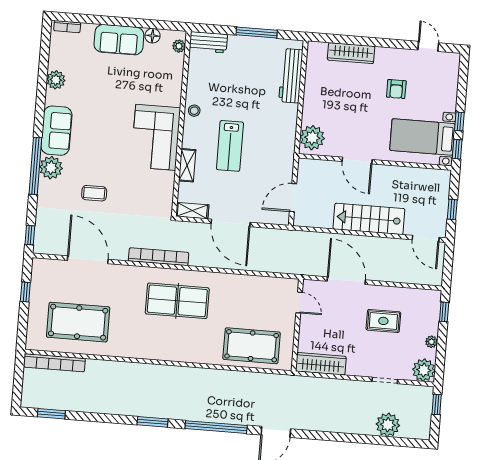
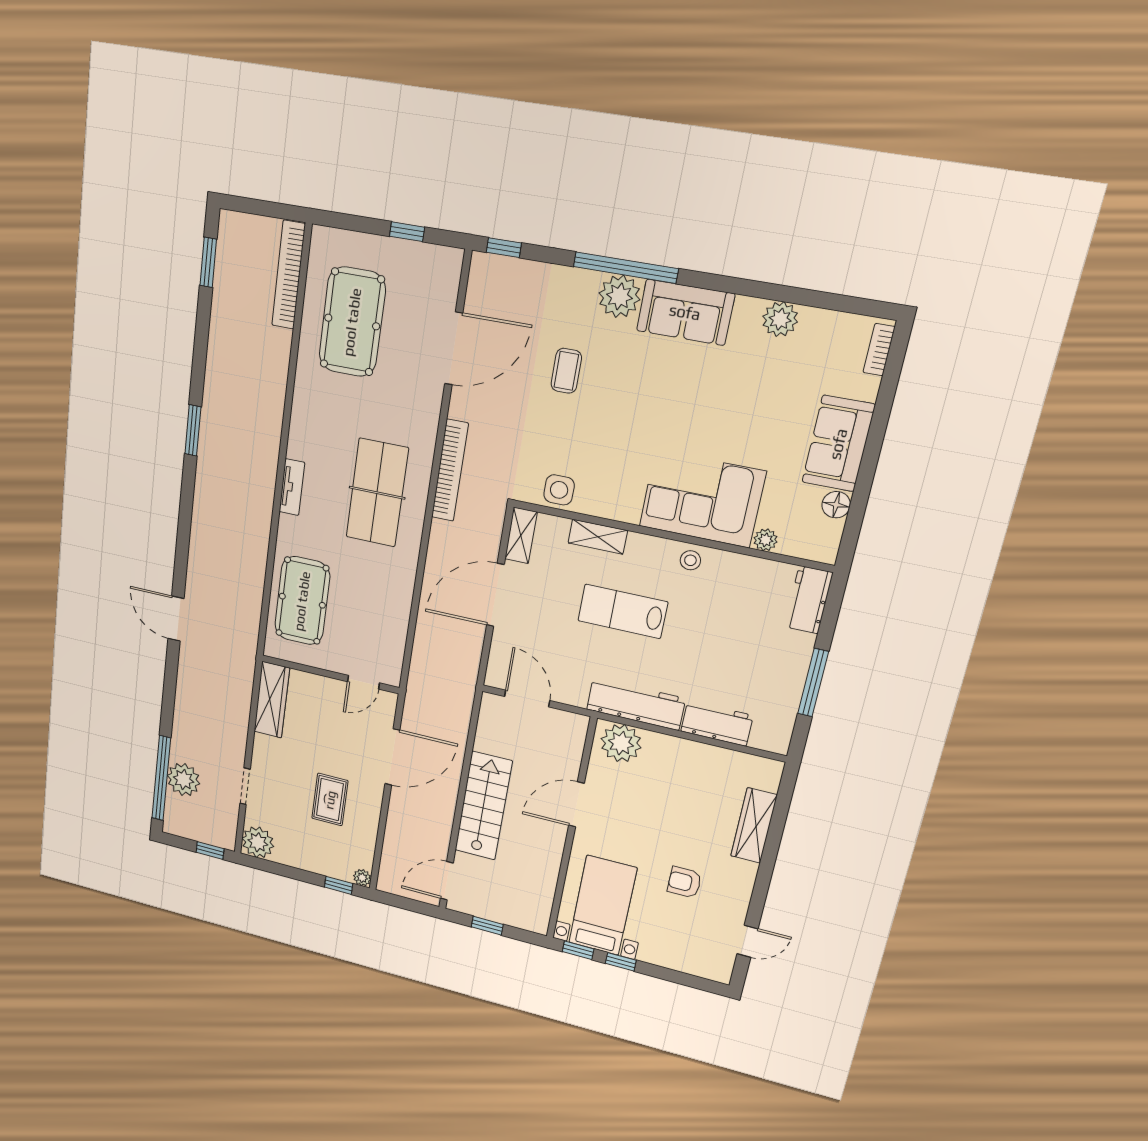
plant: (179, 46) -> (766, 540), moved
workbench: (291, 76) -> (717, 723), width x0.73
workbench: (286, 132) -> (636, 704), added
corner sofa: (156, 137) -> (702, 499), moved
side table: (162, 191) -> (559, 490), added
plant: (431, 342) -> (362, 878), moved
tv unit: (180, 356) -> (292, 487), added
window: (216, 427) -> (161, 778), moved

